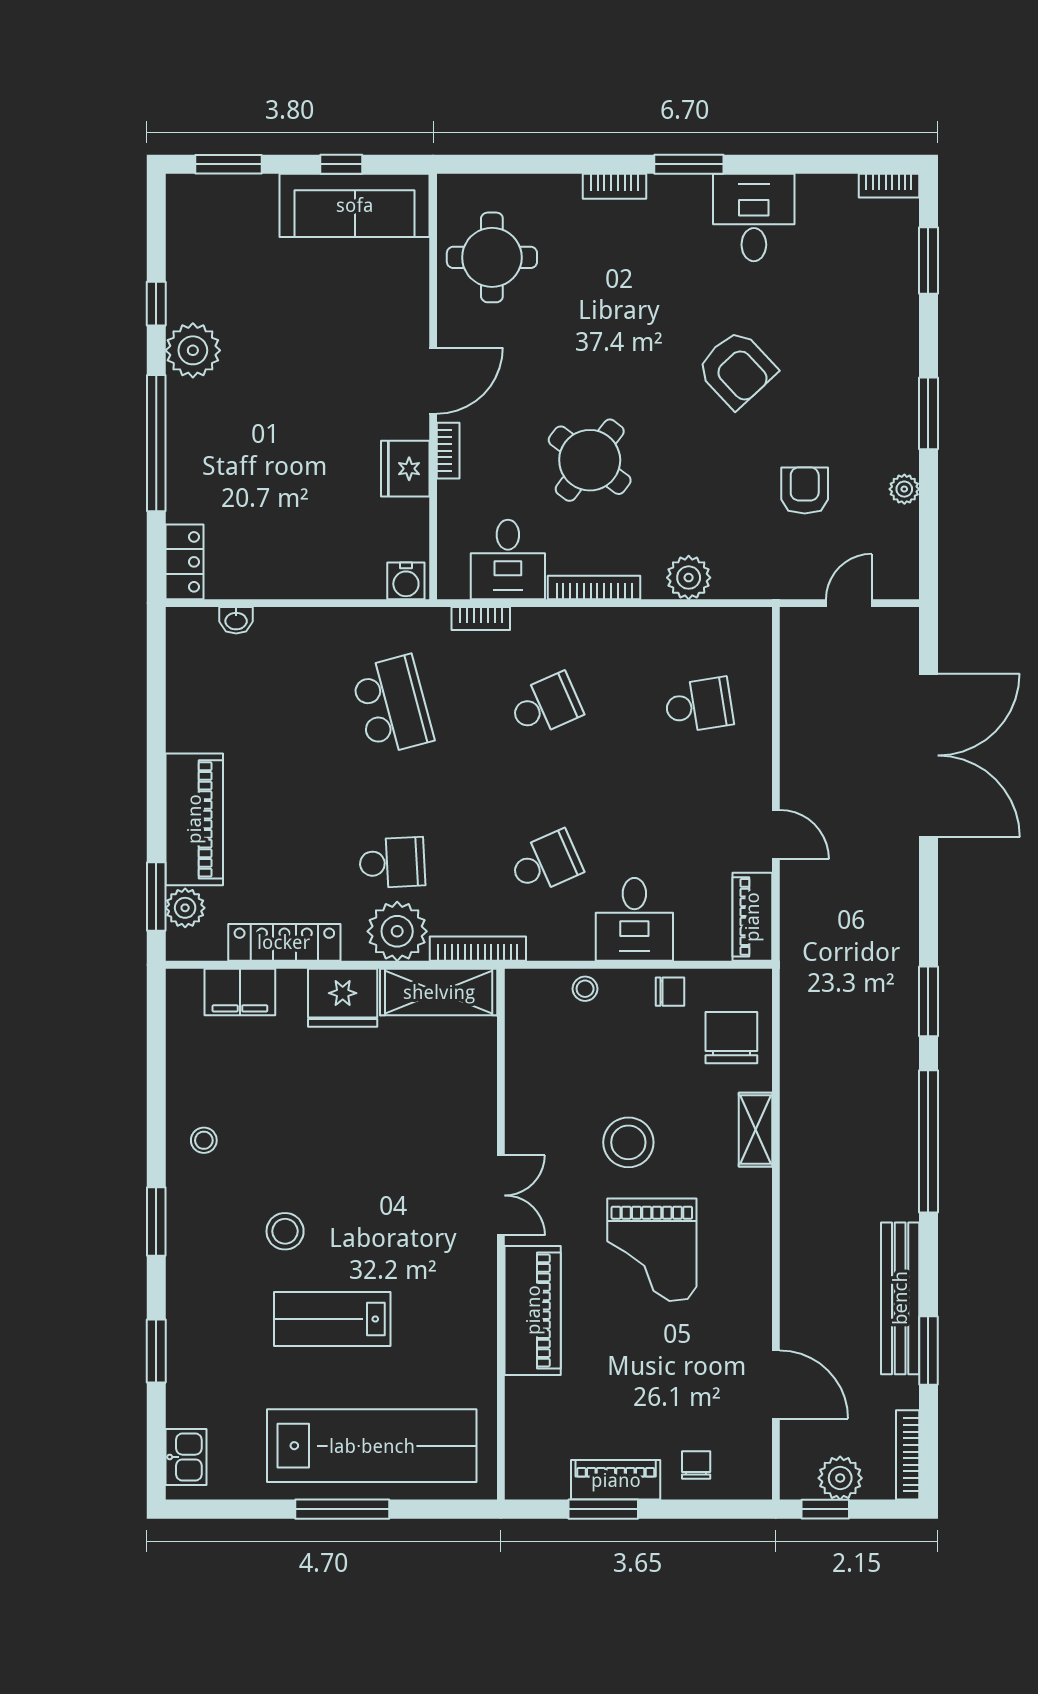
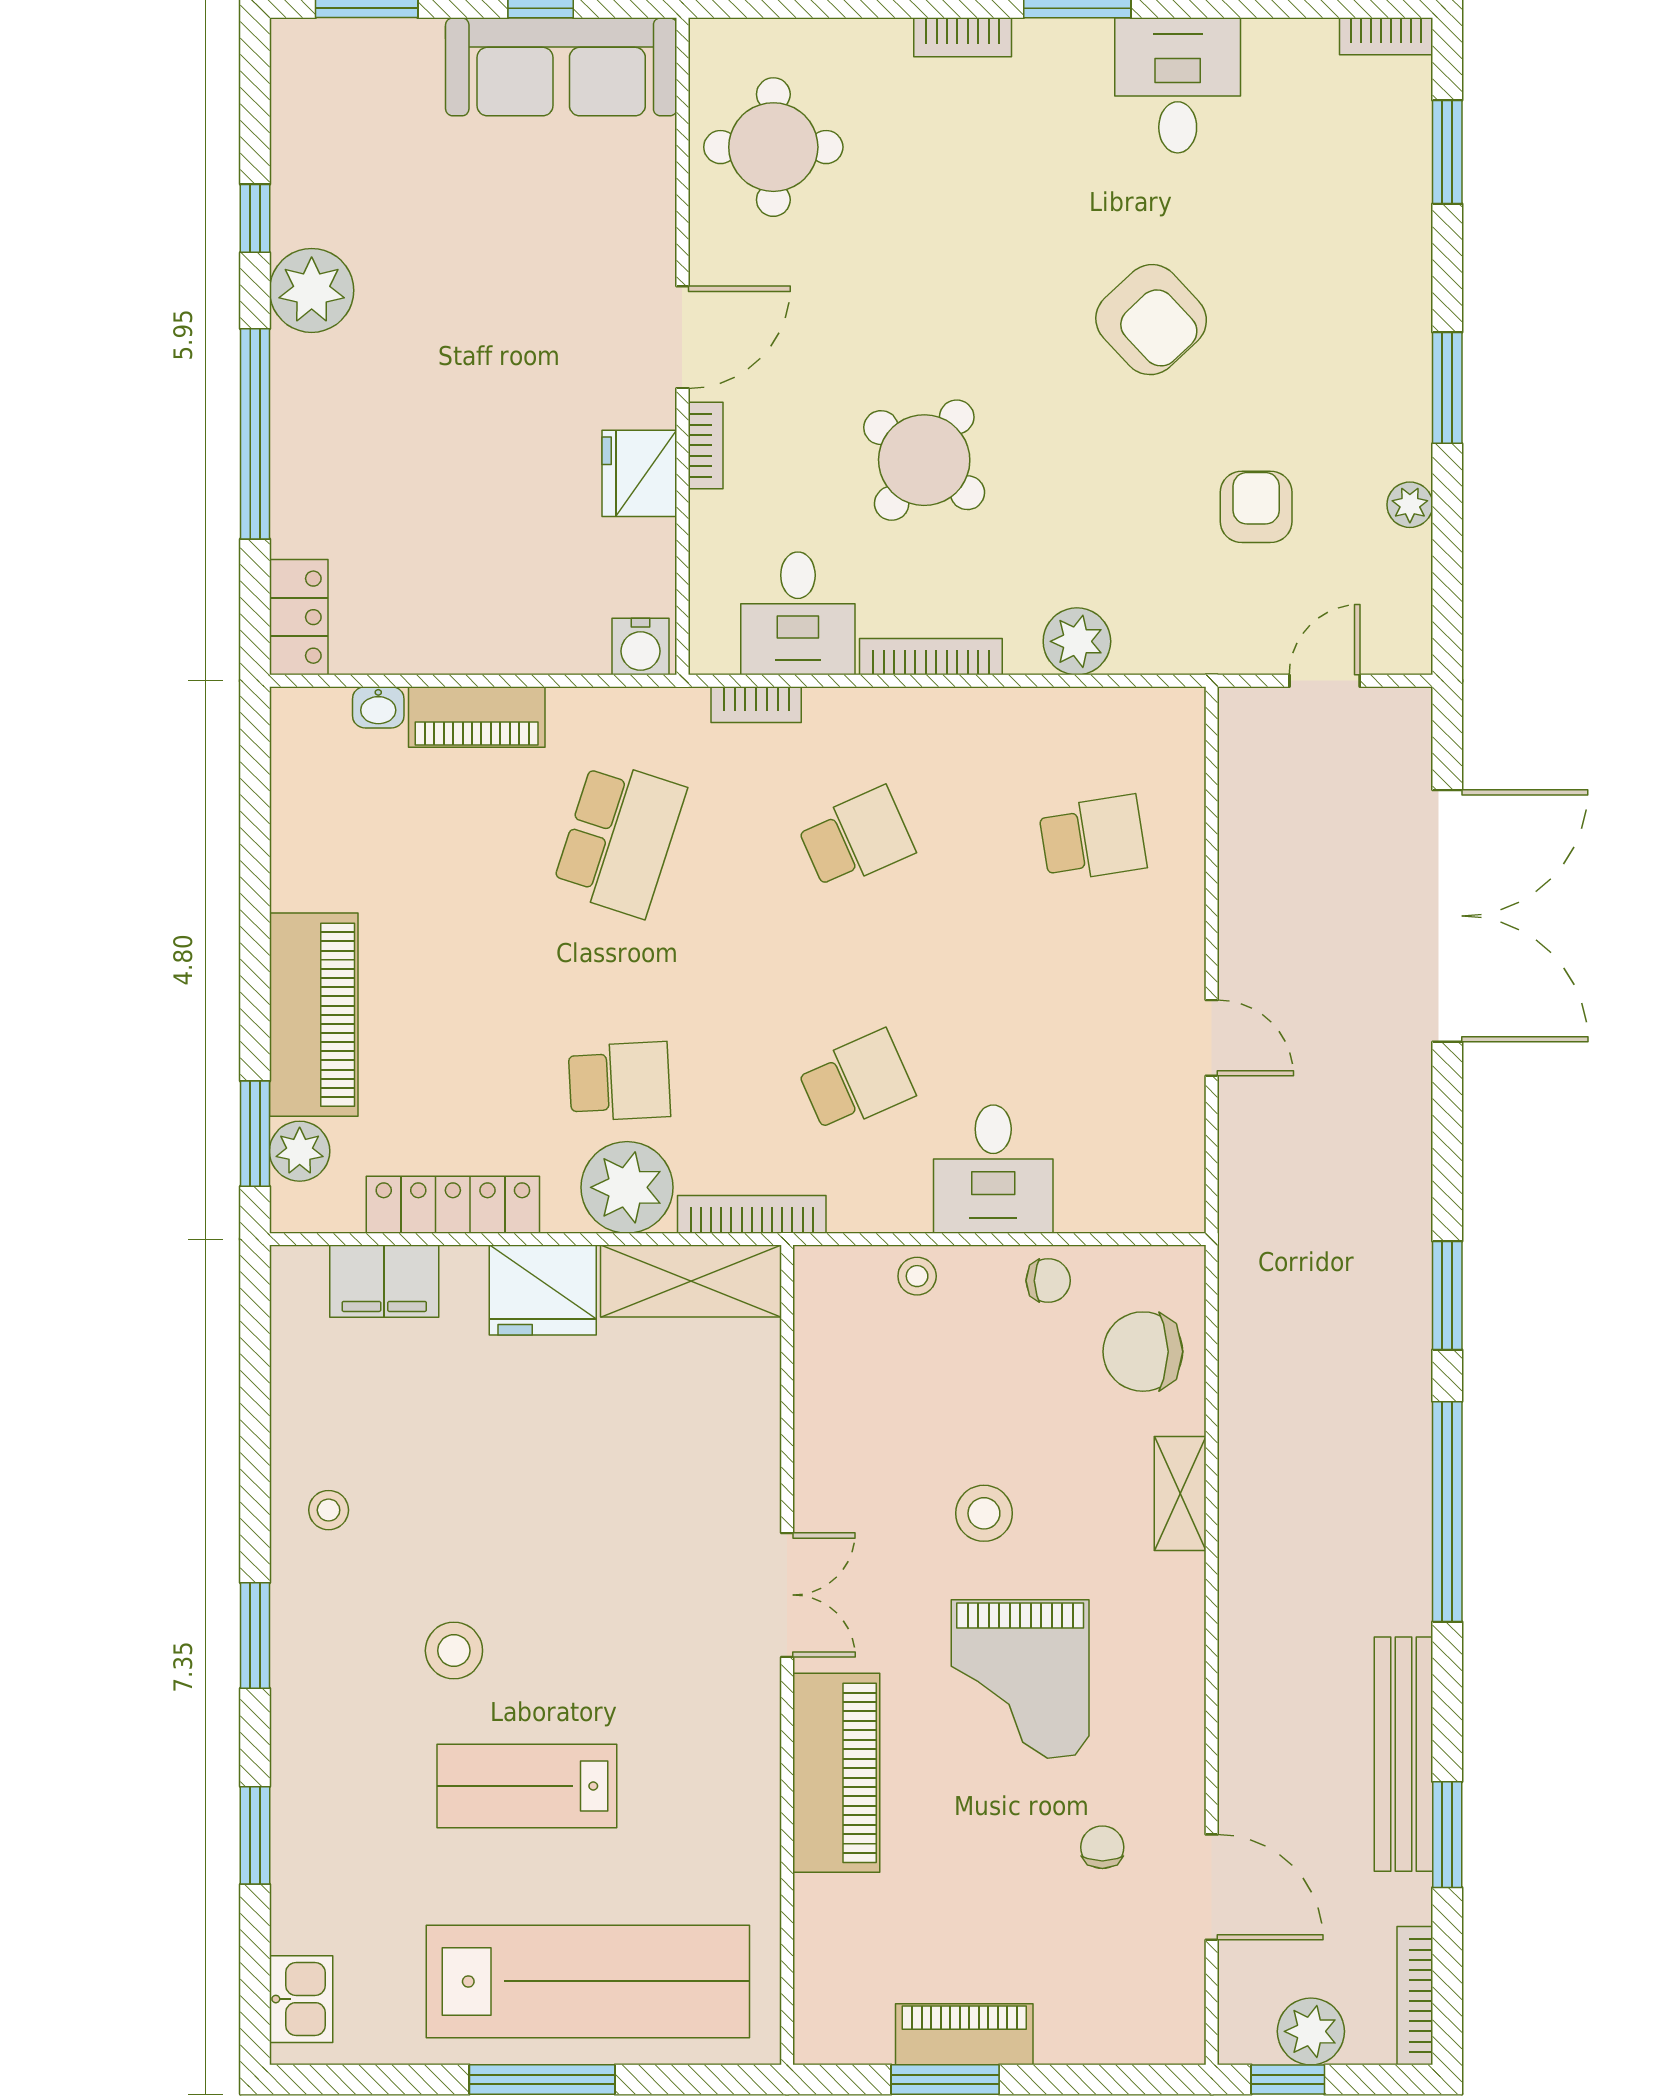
school desk: (392, 705) -> (619, 838), turned 33
piano: (752, 917) -> (477, 717), moved, turned -90
chair: (731, 1038) -> (1143, 1352), turned -90
stool: (628, 1142) -> (984, 1513), width x0.73, depth x0.73
chair: (696, 1465) -> (1102, 1847), moved

